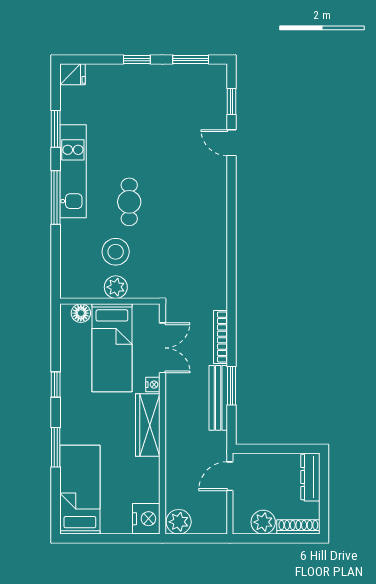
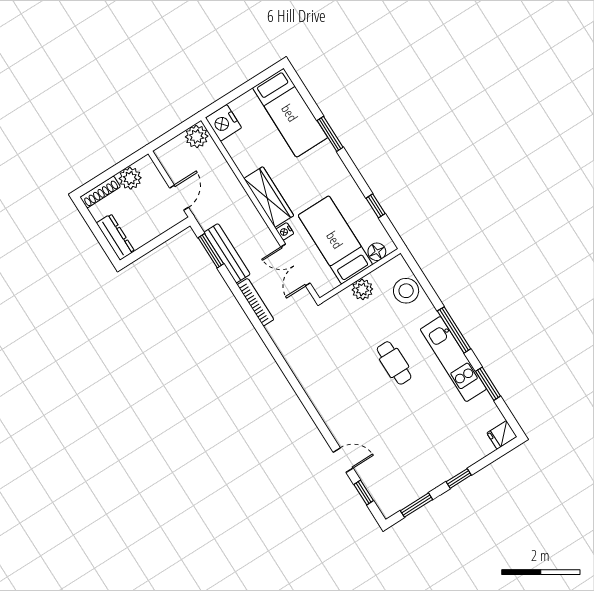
stool: (116, 252) -> (406, 291), moved
window: (56, 385) -> (376, 206), moved
window: (231, 386) -> (211, 251), moved

